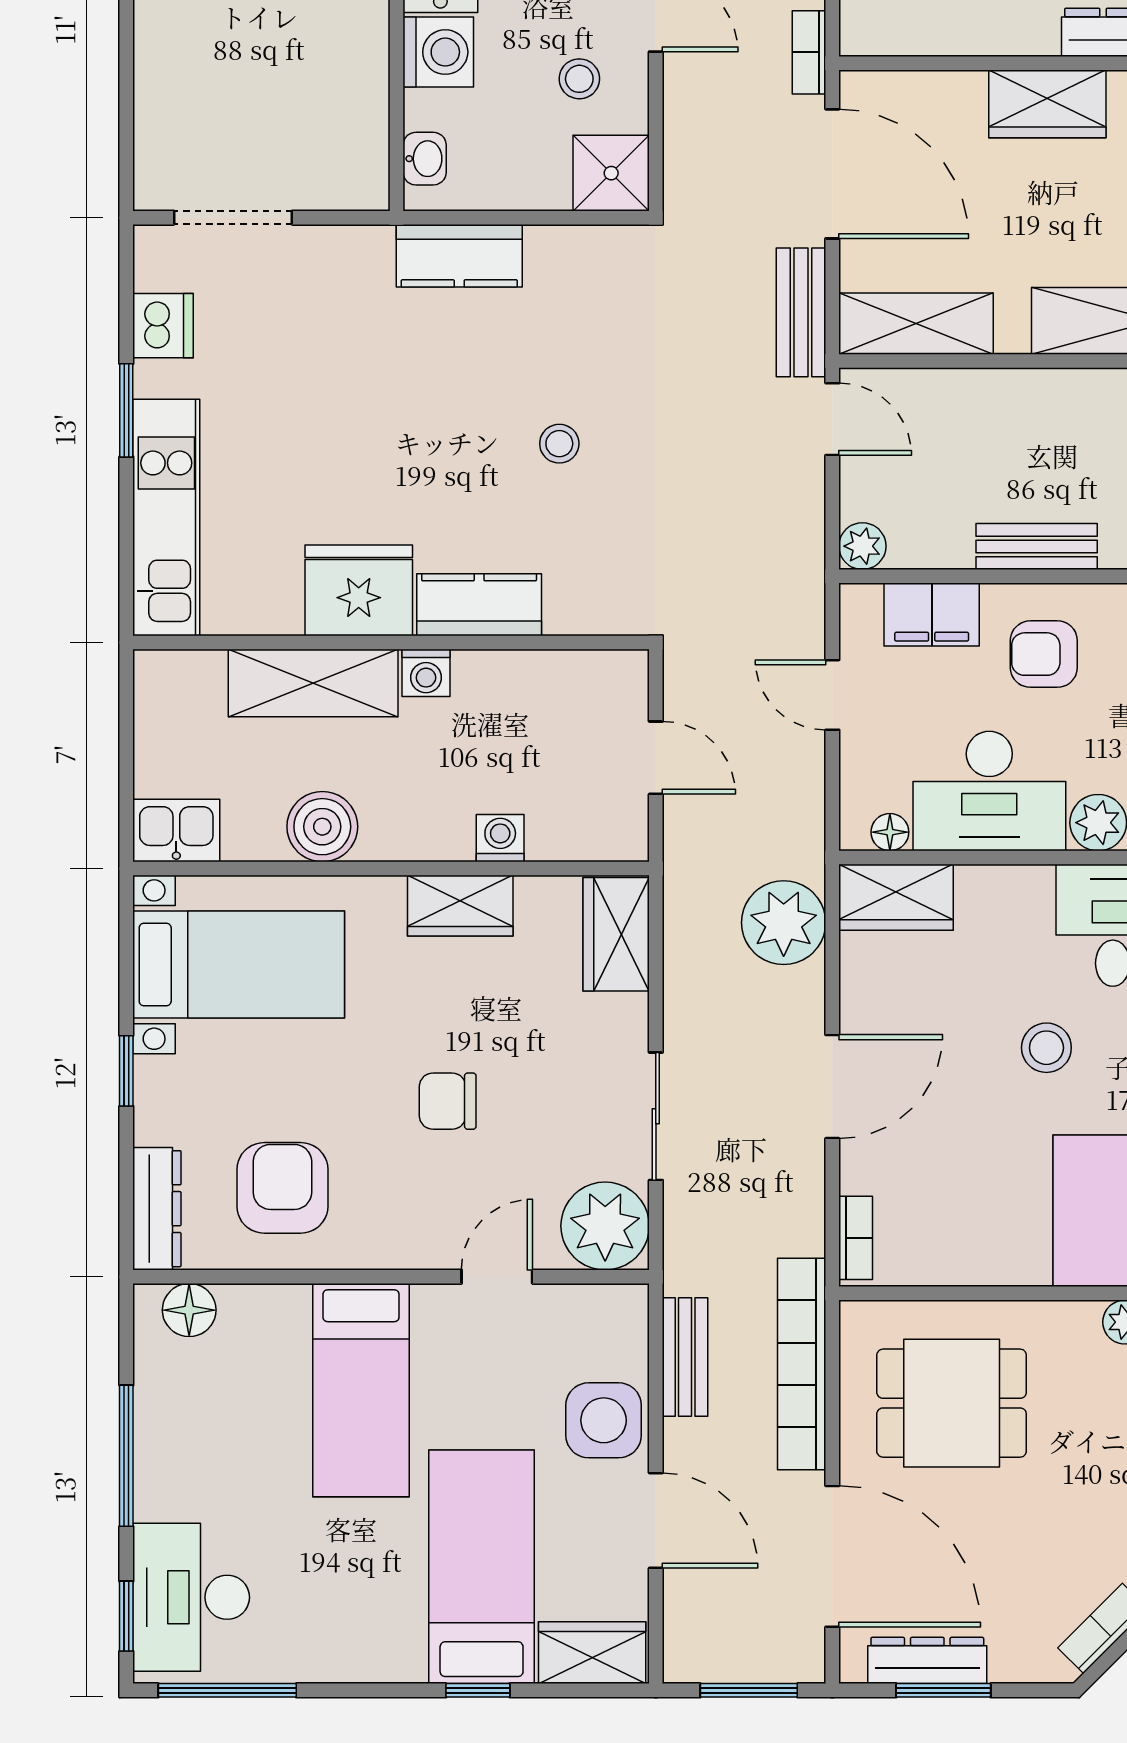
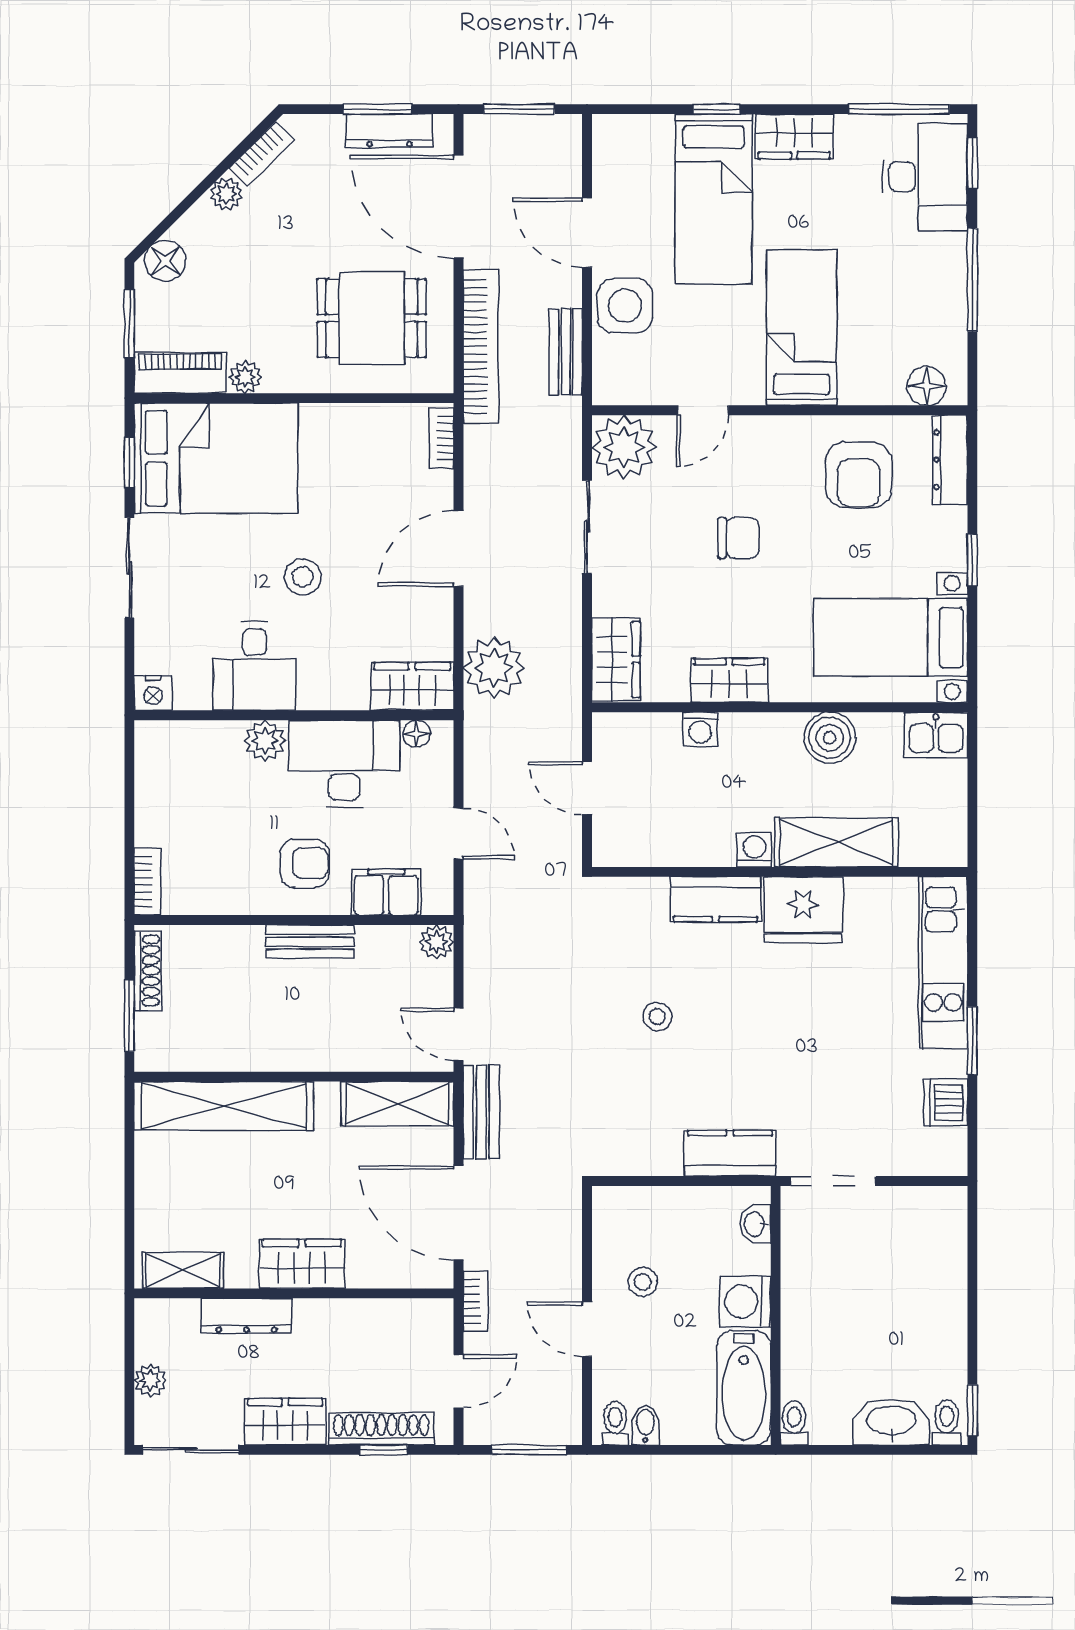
shower: (611, 173) -> (619, 1213), removed
doorway: (233, 218) -> (833, 1181), moved
wardrobe: (592, 1653) -> (794, 137), moved

